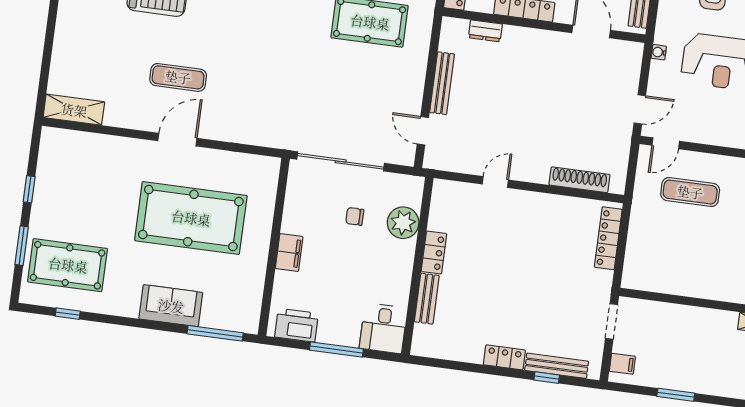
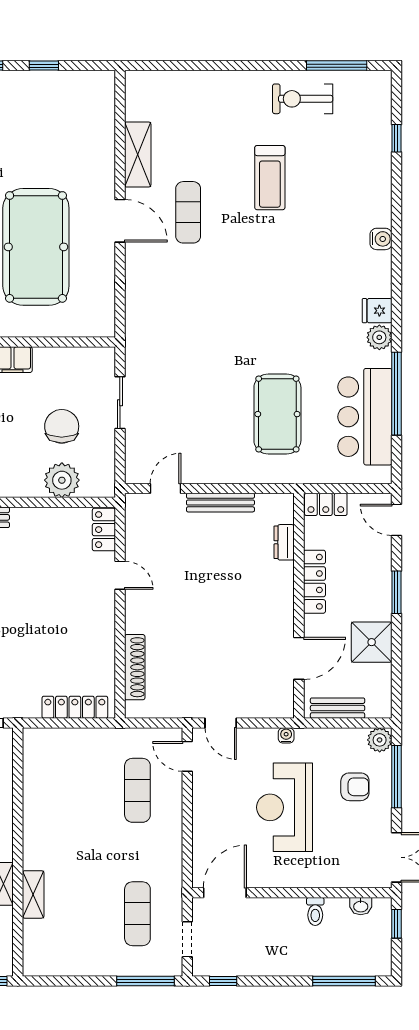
shelving: (74, 110) -> (138, 155), moved
sliding door: (341, 161) -> (120, 403), width x0.54
chair: (355, 216) -> (62, 426), width x1.87, depth x1.87
locker: (434, 253) -> (104, 530), moved, turned 90

